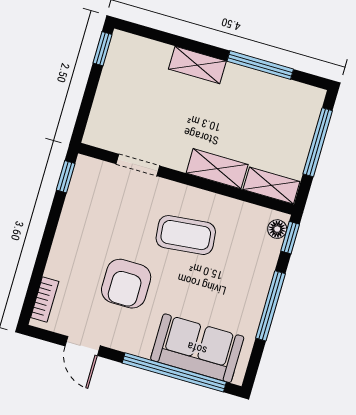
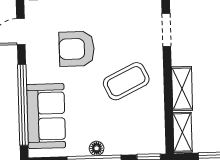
floor lamp: (277, 229) -> (97, 148), moved
coffee table: (186, 235) -> (126, 81), turned 70

